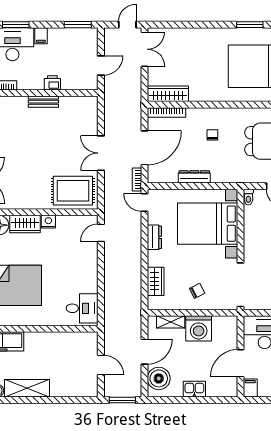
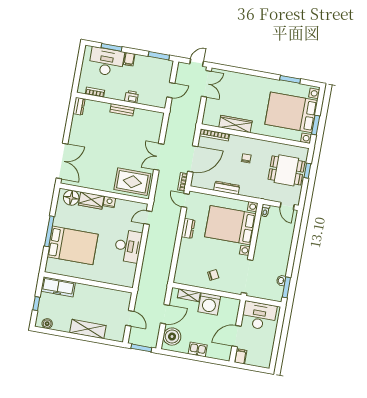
wardrobe: (168, 94) -> (235, 124), moved
wardrobe: (156, 281) -> (183, 262), removed
desk: (82, 308) -> (128, 246), moved, width x1.37
shelving: (27, 388) -> (88, 329), moved

